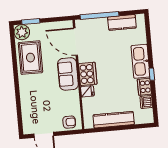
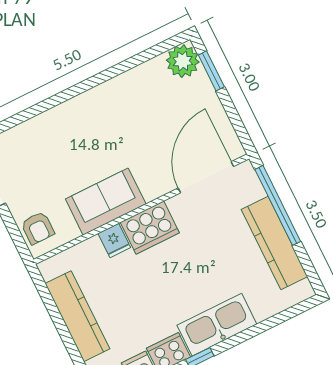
kitchen counter: (122, 22) -> (274, 243), width x1.50
rug: (30, 58) -> (138, 98), removed
sofa: (68, 74) -> (106, 202), moved

